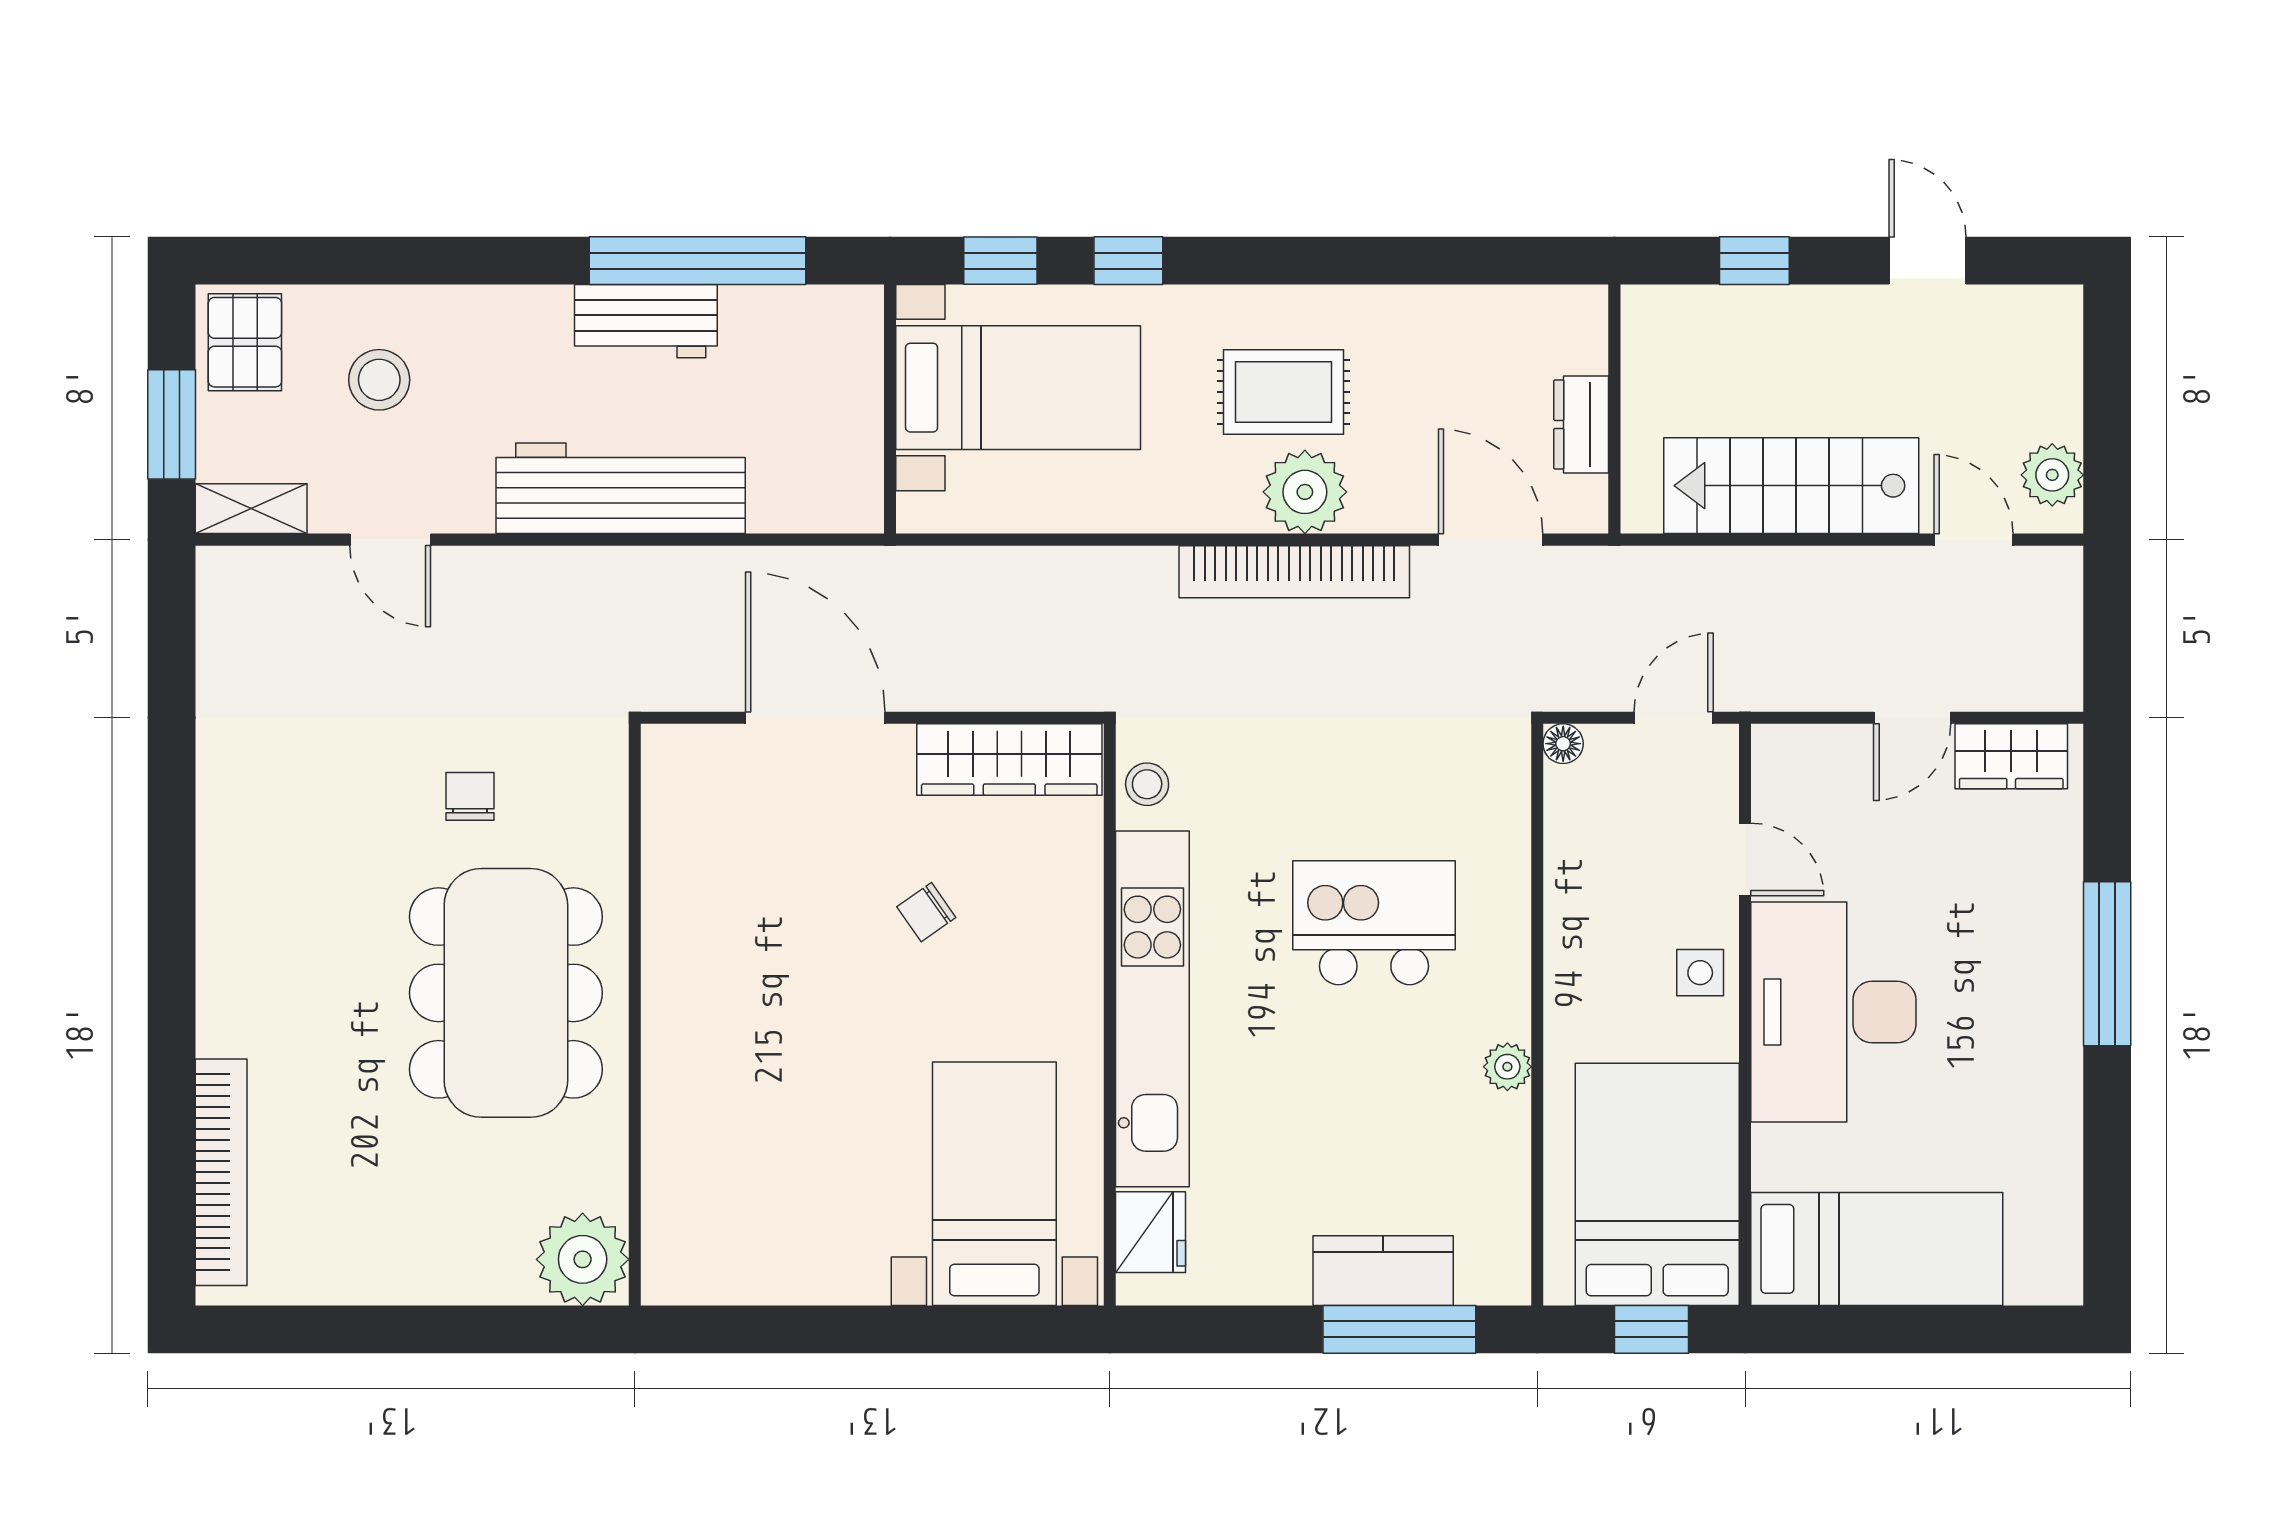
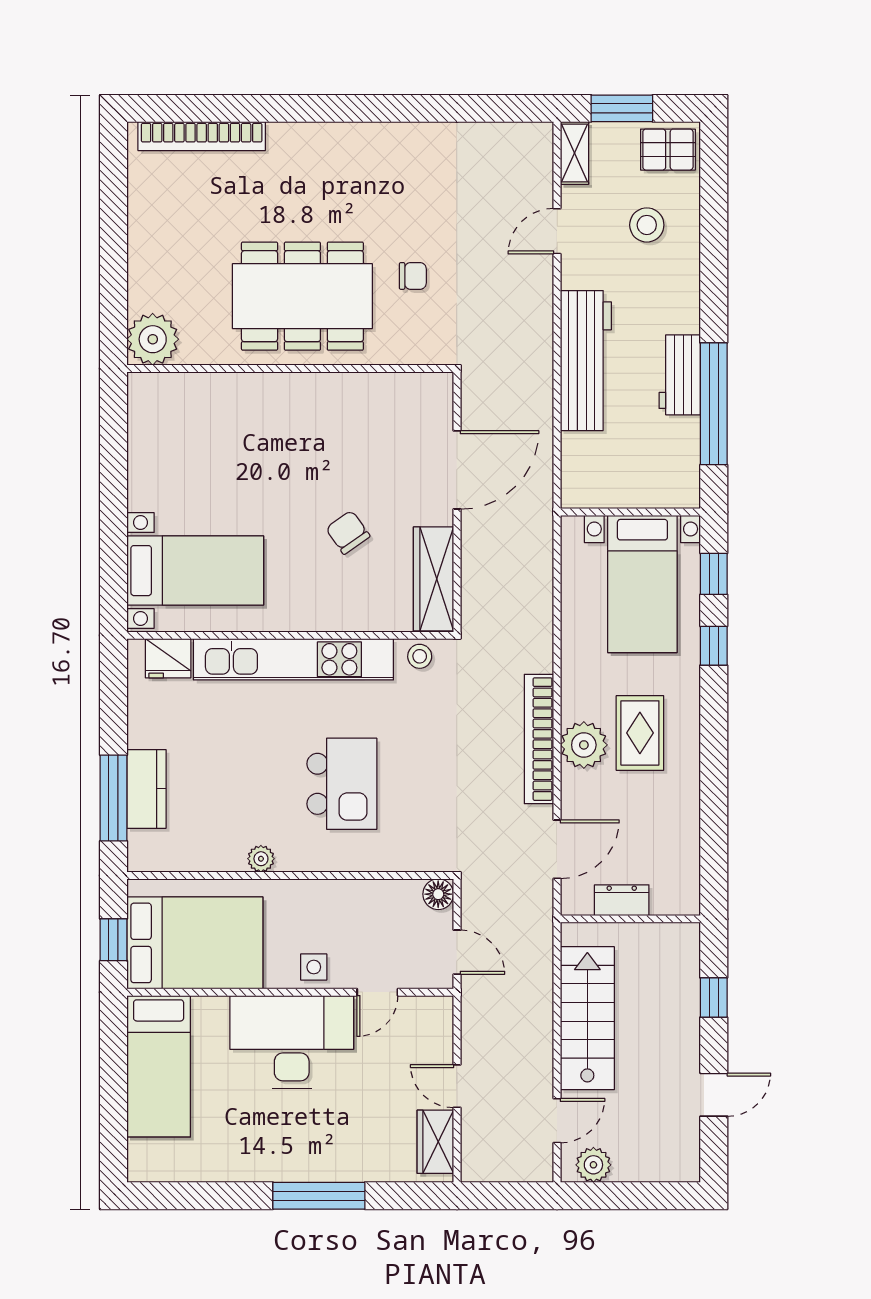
floor lamp: (1563, 744) -> (438, 894), width x1.37, depth x1.37
chair: (926, 912) -> (348, 532), width x1.37, depth x1.37

